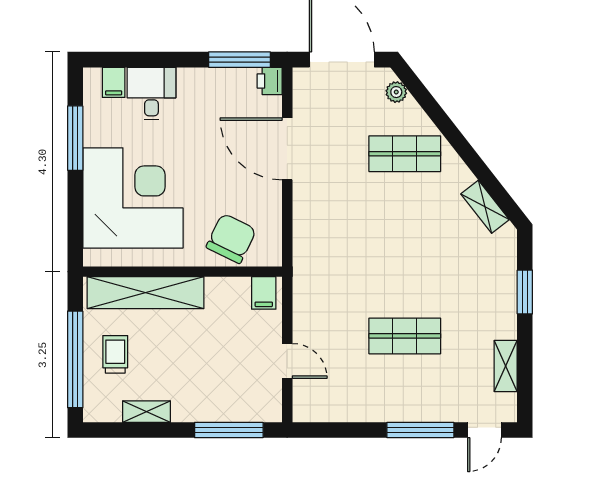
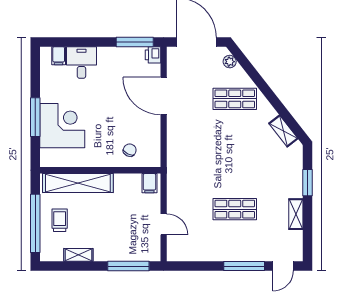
window: (75, 138) -> (35, 117), moved
corner desk: (133, 198) -> (62, 126), width x0.74, depth x0.74
chair: (231, 238) -> (130, 150), width x0.54, depth x0.54
shelving: (506, 366) -> (296, 214), moved

